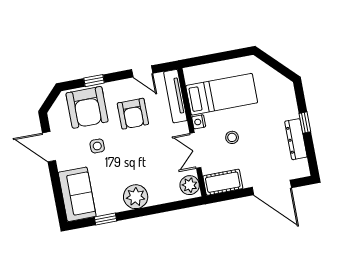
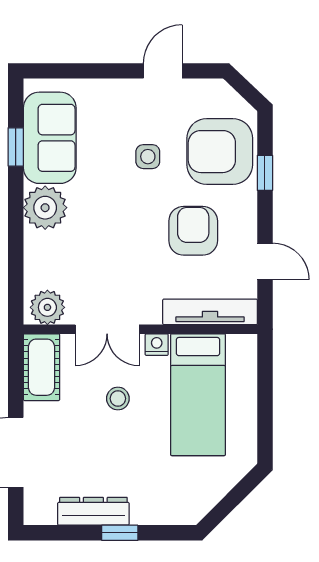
door: (142, 71) -> (265, 261), swing flipped
armchair: (133, 114) -> (193, 231), turned 90
door: (49, 147) -> (163, 71), width x0.73
double door: (195, 150) -> (107, 329), swing flipped
sofa: (77, 194) -> (50, 138), moved, turned -90

